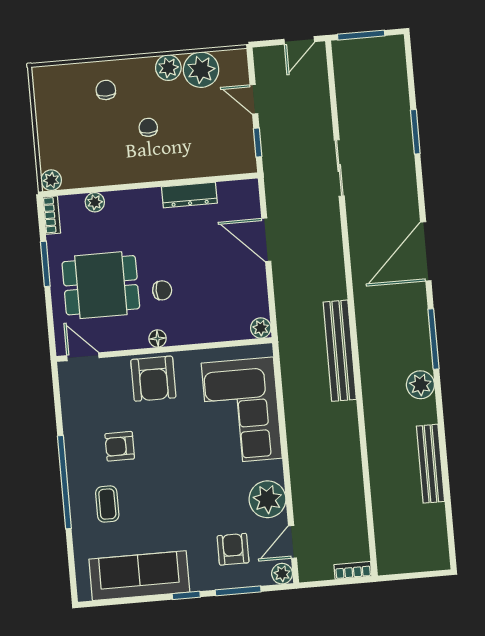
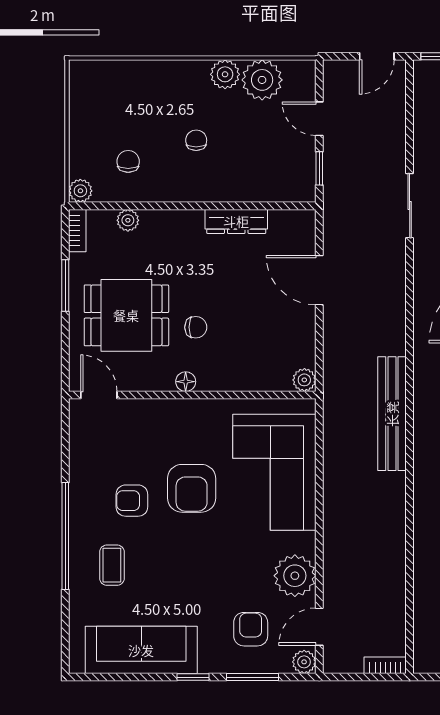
chair: (106, 90) -> (128, 161), moved
armchair: (153, 379) -> (192, 488), moved

